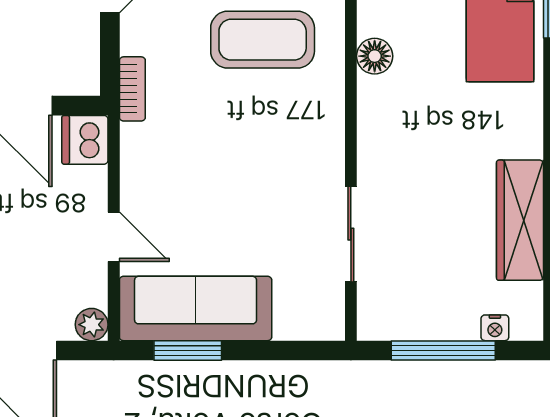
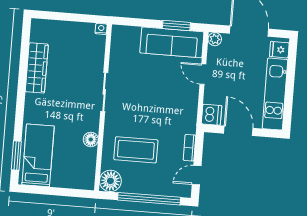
bookcase: (132, 89) -> (189, 148), moved
sliding door: (351, 234) -> (104, 92), moved
nightstand: (495, 328) -> (101, 29), moved
window: (443, 351) -> (72, 17), removed

